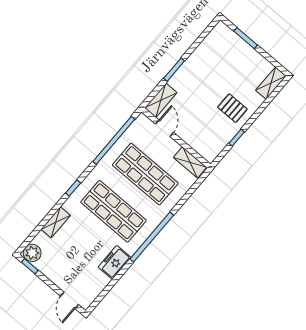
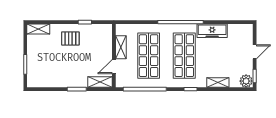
pallet: (232, 108) -> (70, 38), turned 90
shelving: (190, 162) -> (121, 47), moved
freezer: (115, 262) -> (212, 31), width x1.40
door: (70, 300) -> (255, 52), moved

